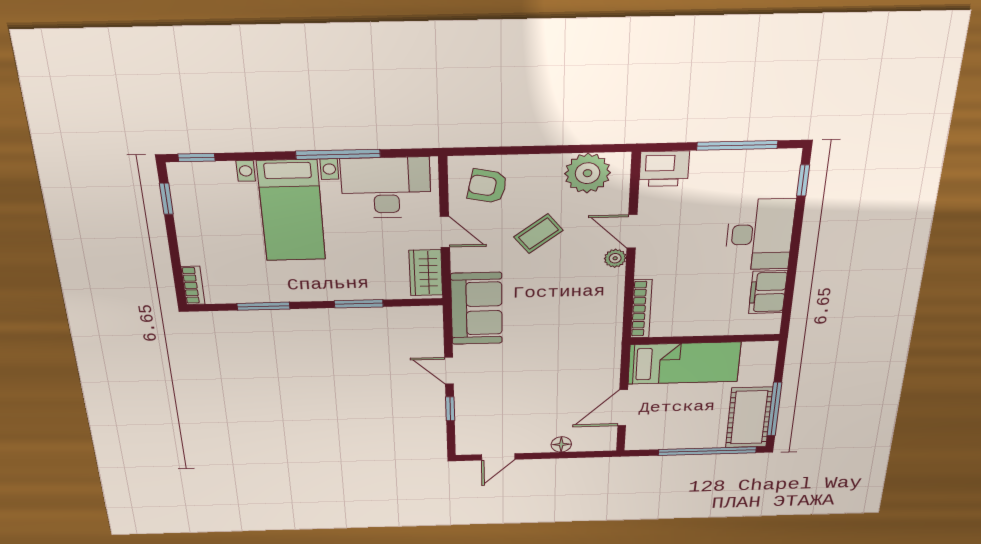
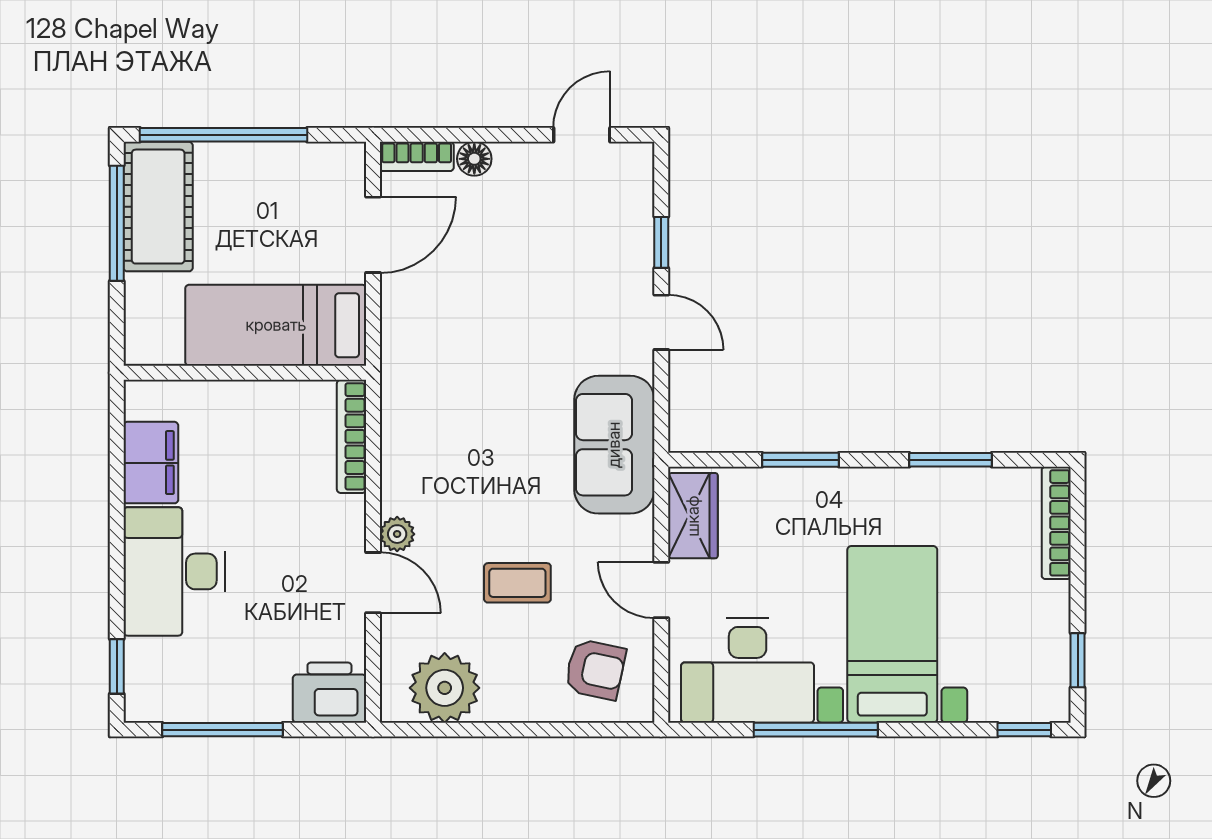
coffee table: (538, 234) -> (517, 583), turned 38
bookcase: (193, 285) -> (1056, 523), width x1.56
bookcase: (595, 445) -> (417, 156), added

